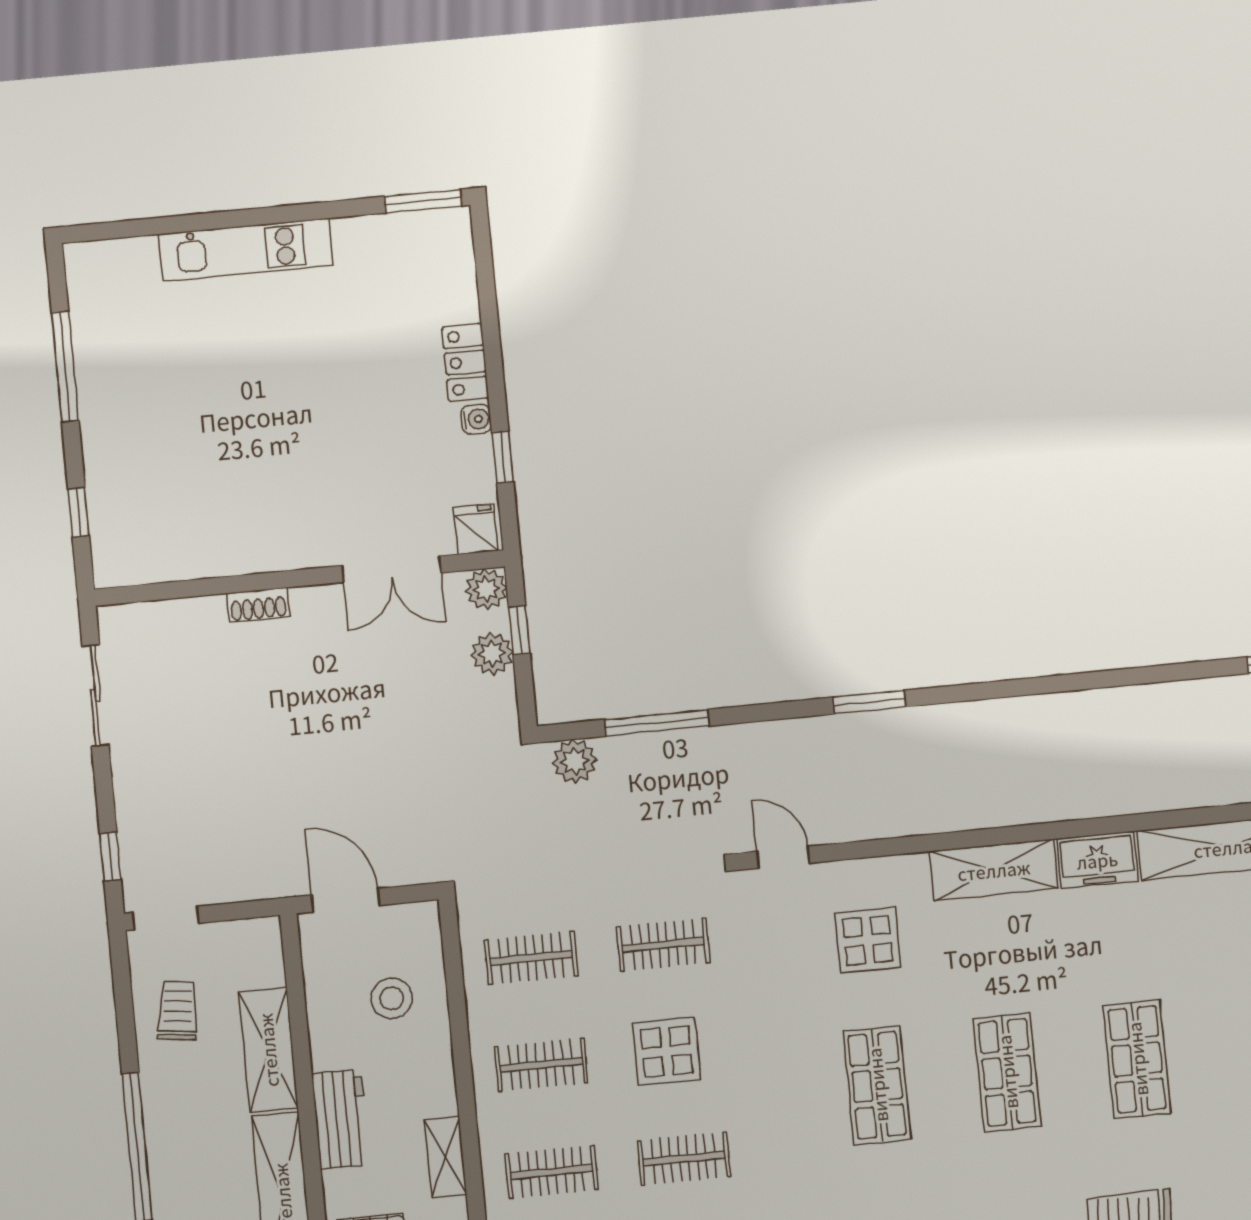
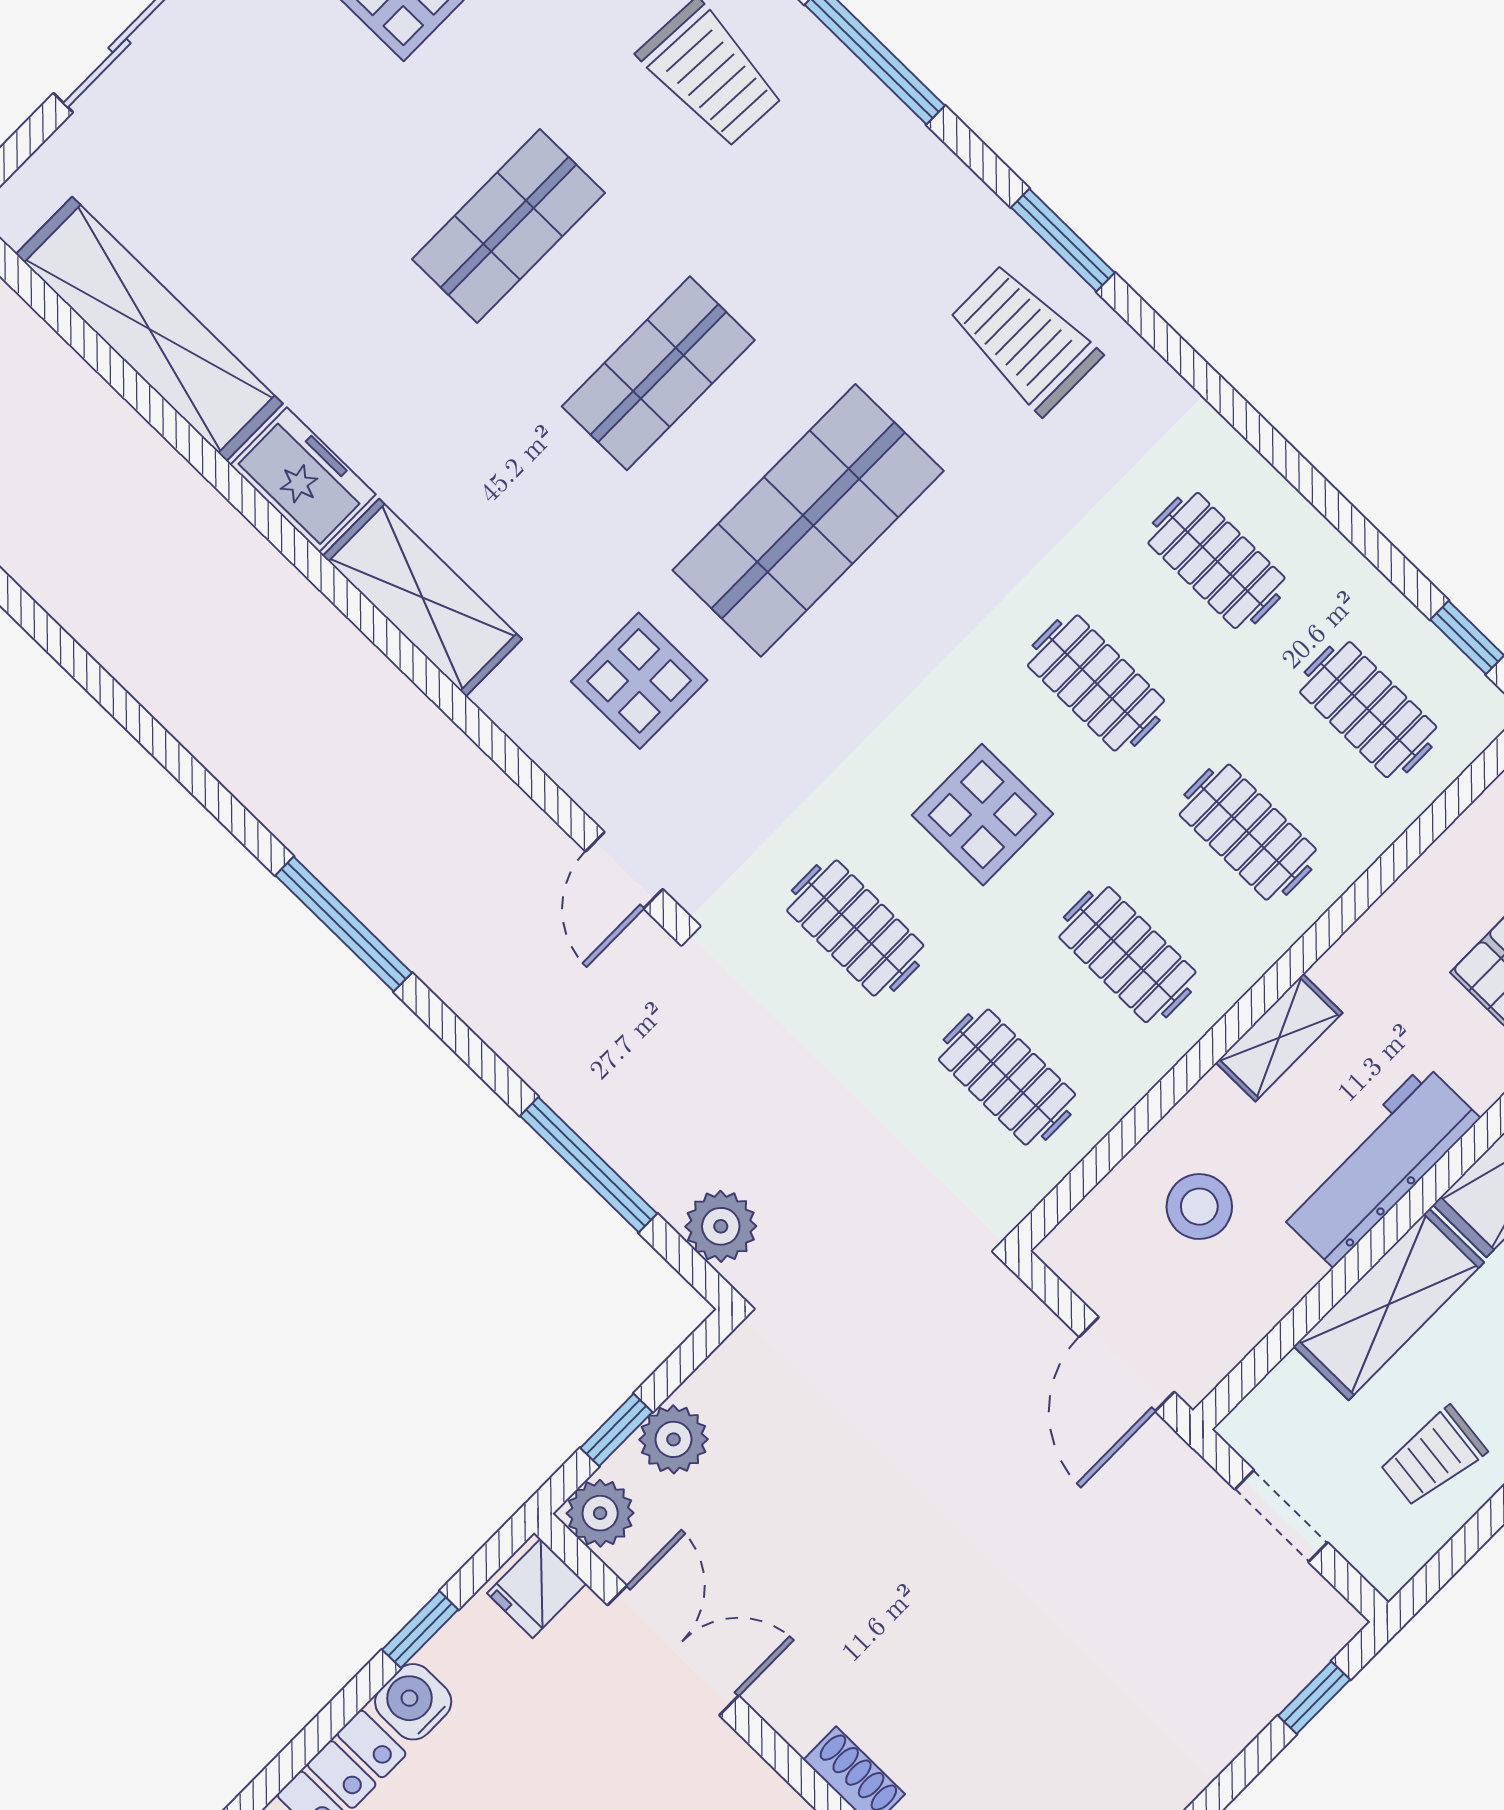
water cooler: (476, 419) -> (413, 1702), width x1.38, depth x1.38
window: (869, 702) -> (344, 924), width x1.44
doorway: (166, 918) -> (1281, 1516), moved
shop shelf: (877, 1085) -> (808, 520), width x1.43, depth x1.36
workbench: (341, 1119) -> (1379, 1166), width x1.38
shelving: (446, 1157) -> (1279, 1038), moved

